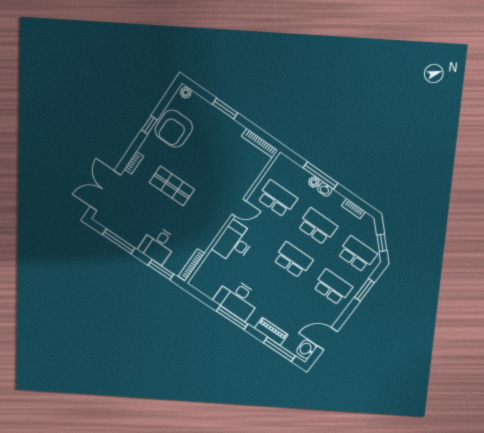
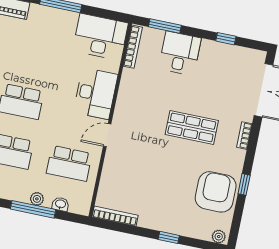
window: (225, 109) -> (169, 237), width x0.67
washbasin: (325, 189) -> (60, 204), moved
window: (119, 241) -> (226, 39), width x0.46
desk: (238, 299) -> (100, 37), moved

